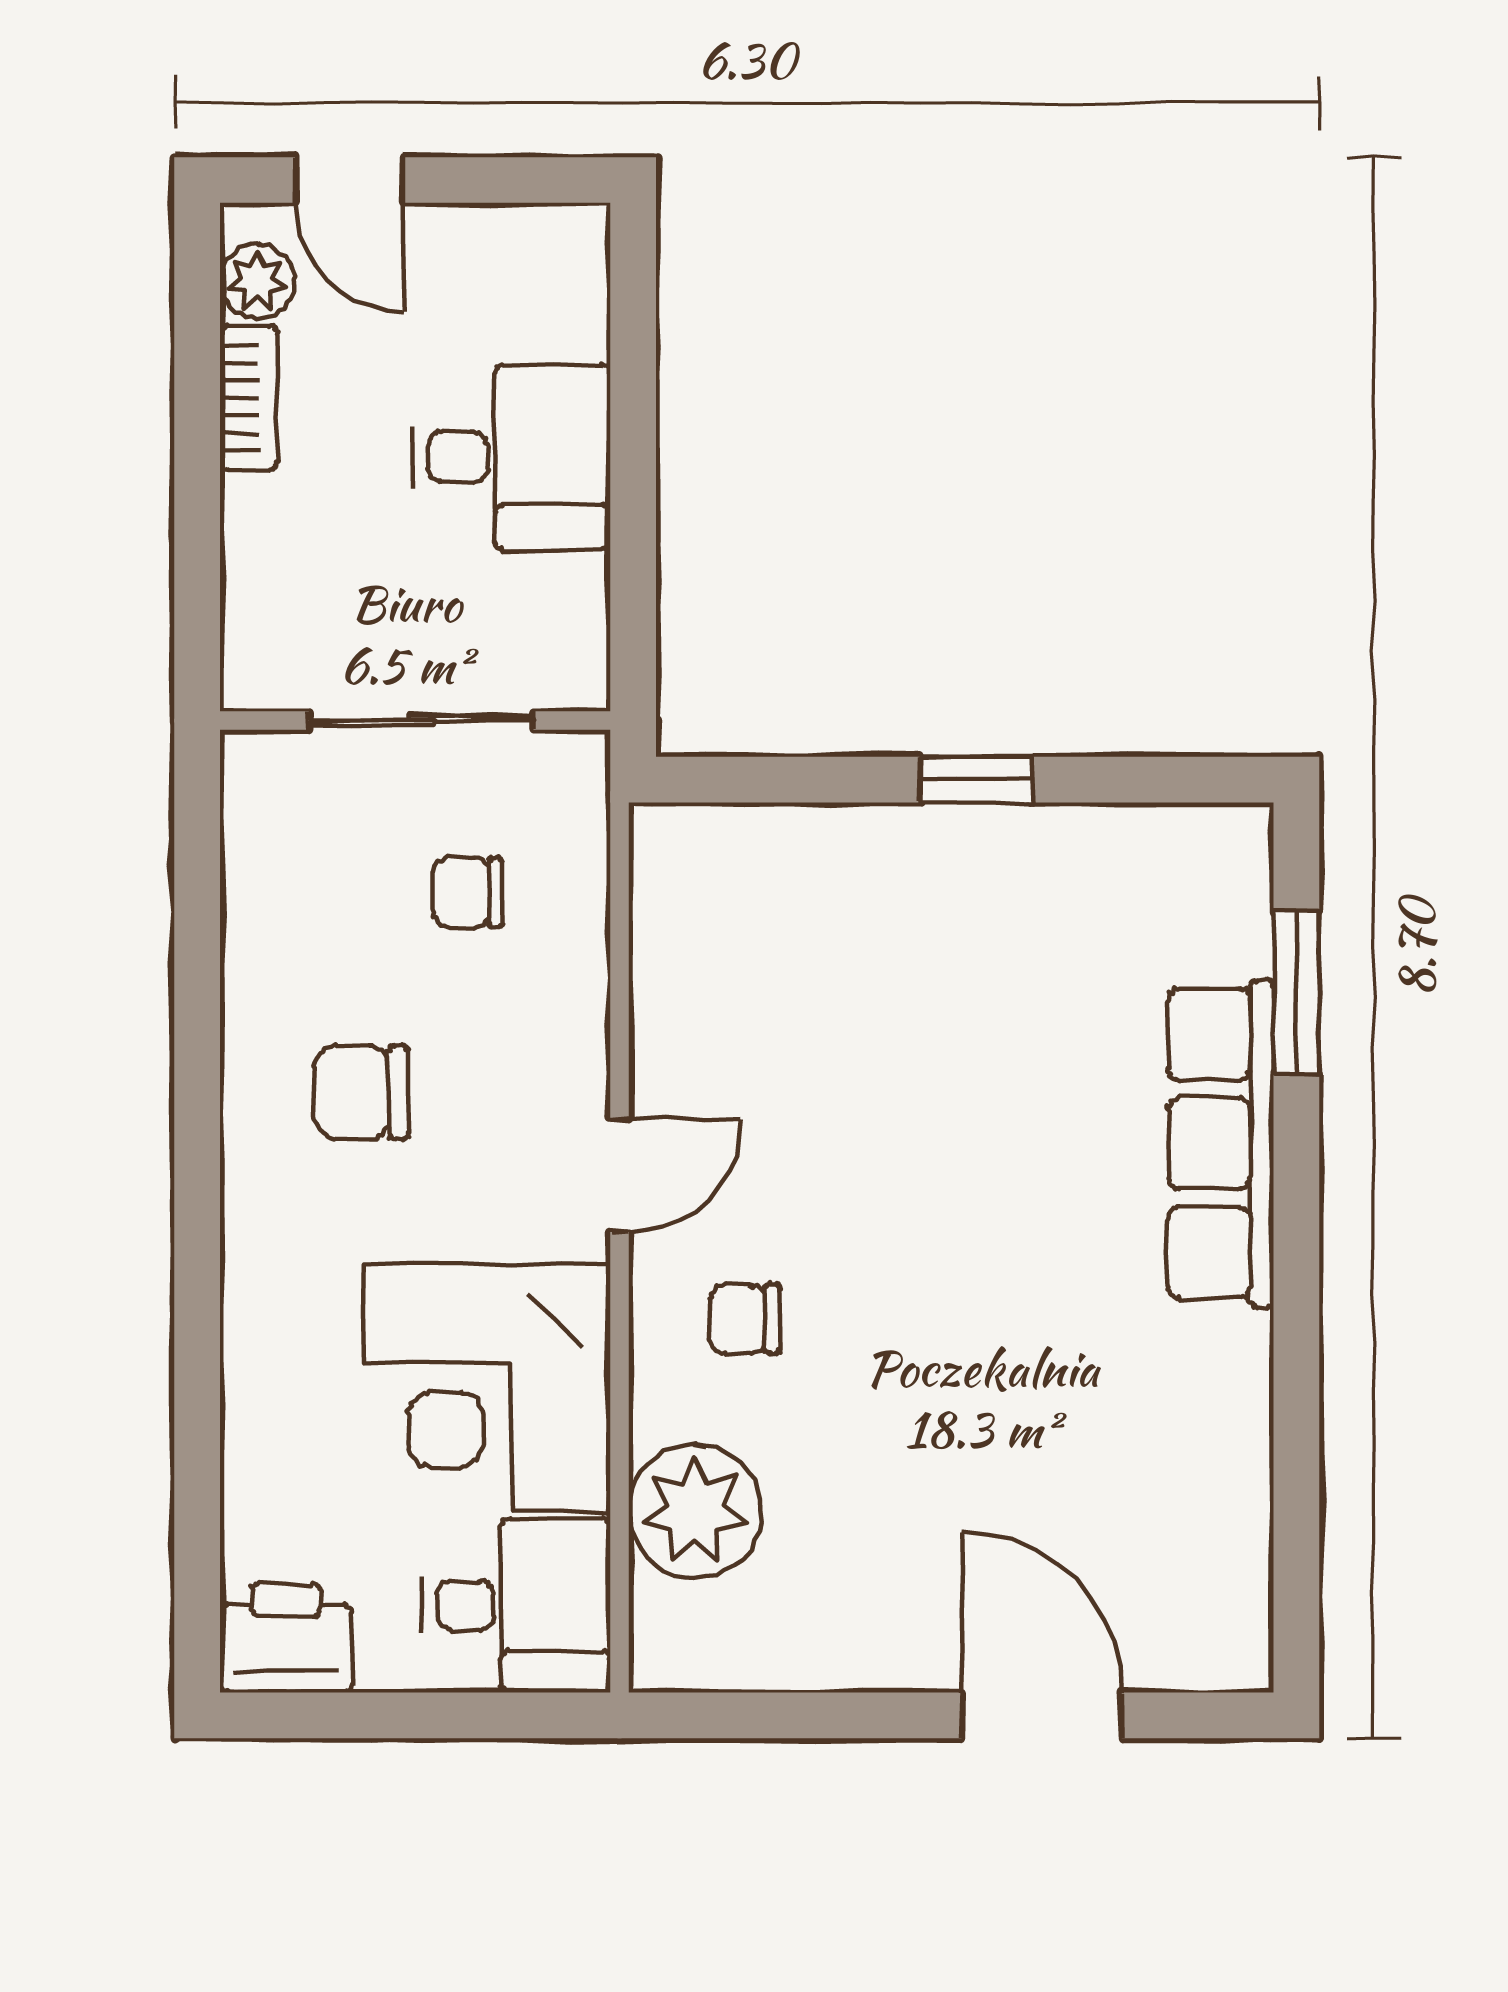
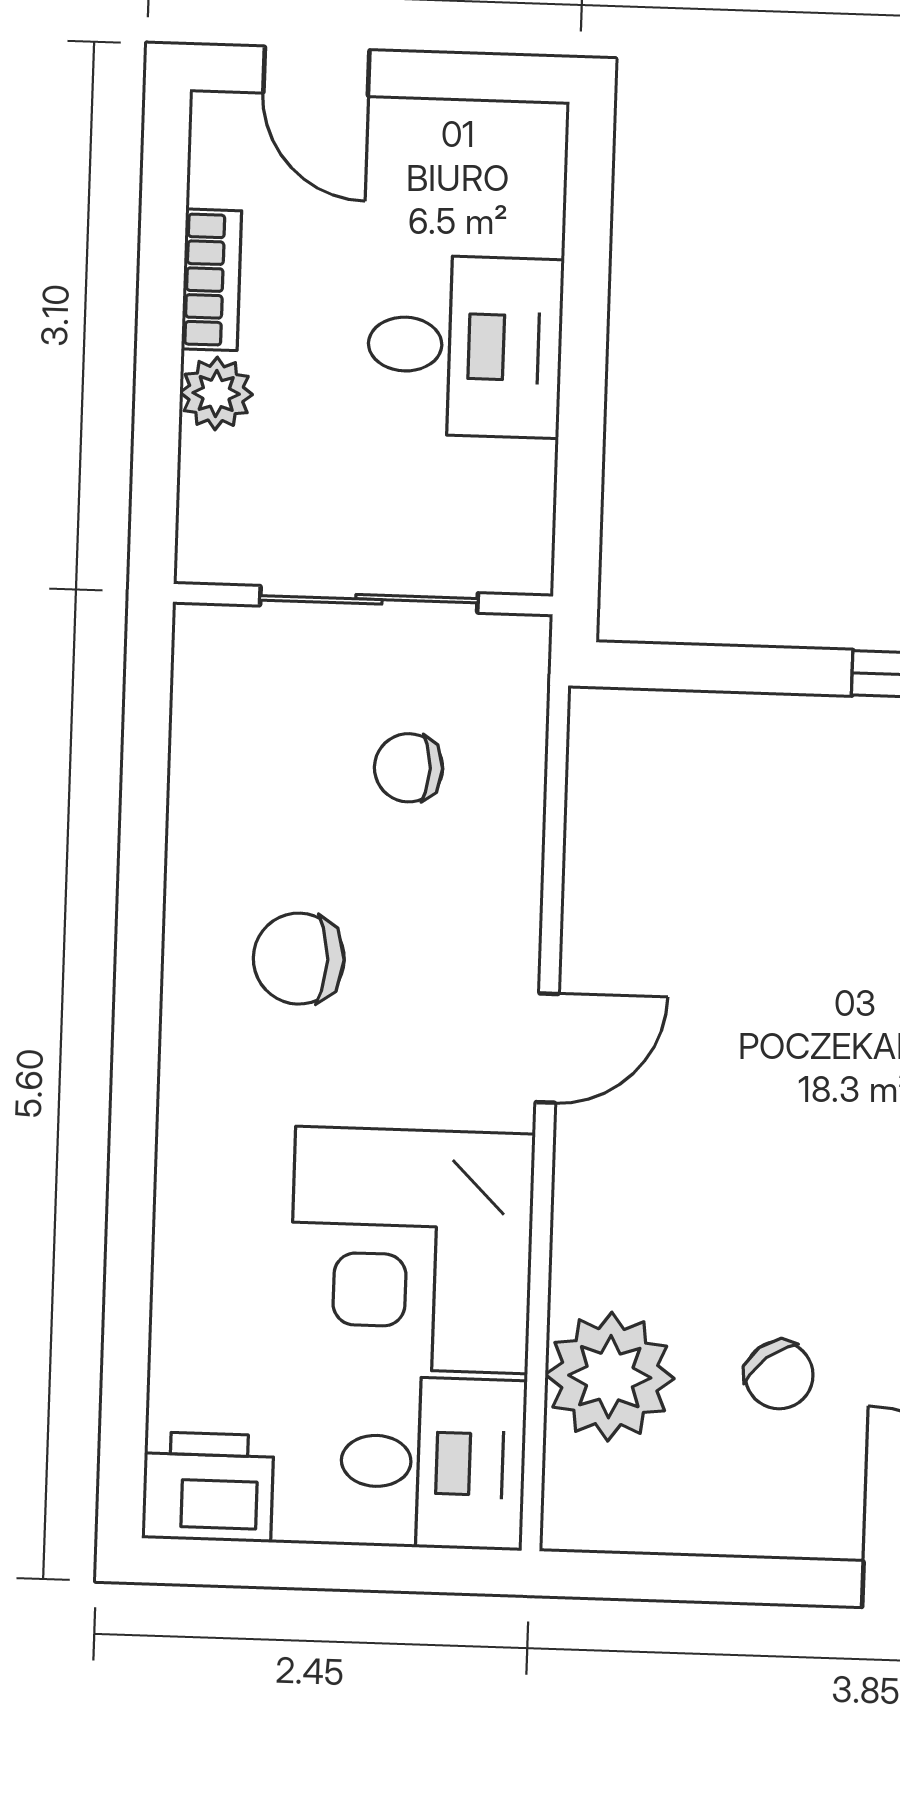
plant: (257, 281) -> (216, 393), moved
chair: (745, 1319) -> (779, 1375), moved, turned -128

